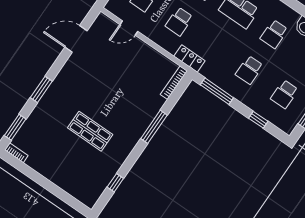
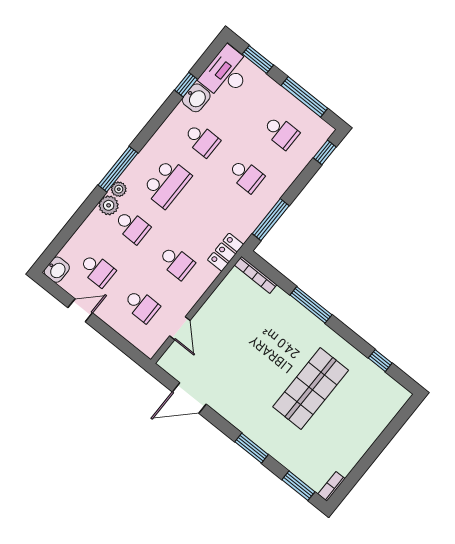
door: (76, 39) -> (189, 398), hinge flipped
window: (258, 120) -> (325, 152), moved
shop shelf: (90, 131) -> (311, 388), width x1.43, depth x1.36

